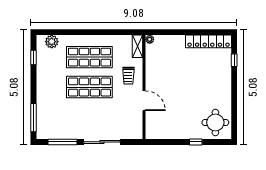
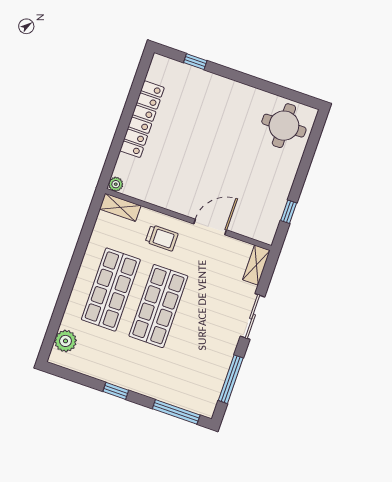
locker: (208, 41) -> (142, 119), moved
window: (33, 57) -> (116, 391), moved
shelving: (132, 134) -> (256, 265), added
sliding door: (102, 142) -> (252, 317), width x0.73
window: (196, 142) -> (289, 212), moved

